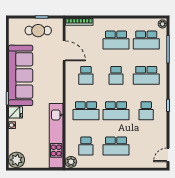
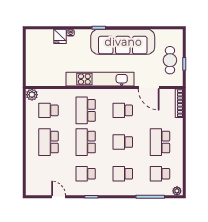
school desk: (146, 40) -> (160, 174), width x0.54
door: (64, 51) -> (149, 87), hinge flipped
school desk: (146, 75) -> (123, 174), width x0.54
fridge: (15, 112) -> (60, 36), moved
kitchen unit: (56, 136) -> (100, 79), moved
door: (168, 155) -> (59, 197), moved
plant: (16, 160) -> (34, 37), removed

